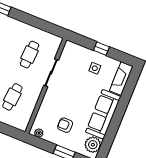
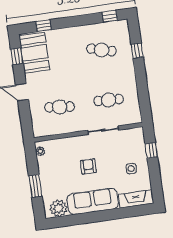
window: (101, 49) -> (151, 150), moved
armchair: (65, 125) -> (88, 166), moved

